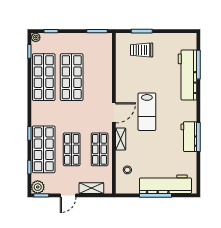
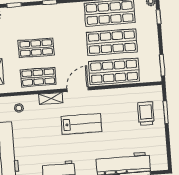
lab bench: (147, 112) -> (81, 124), turned 180
door: (114, 113) -> (78, 89), swing flipped
shop shelf: (44, 149) -> (114, 71), moved

